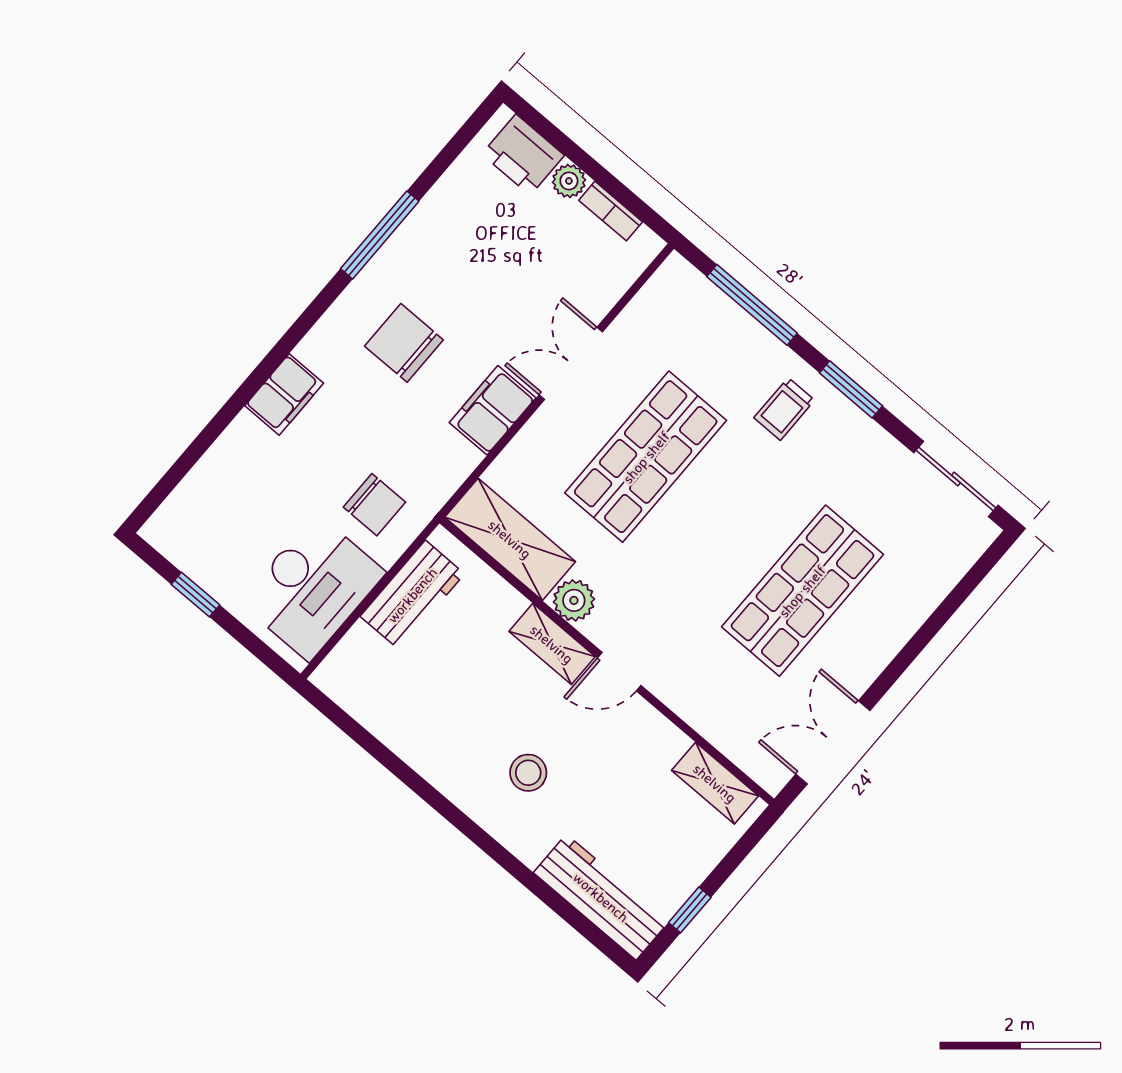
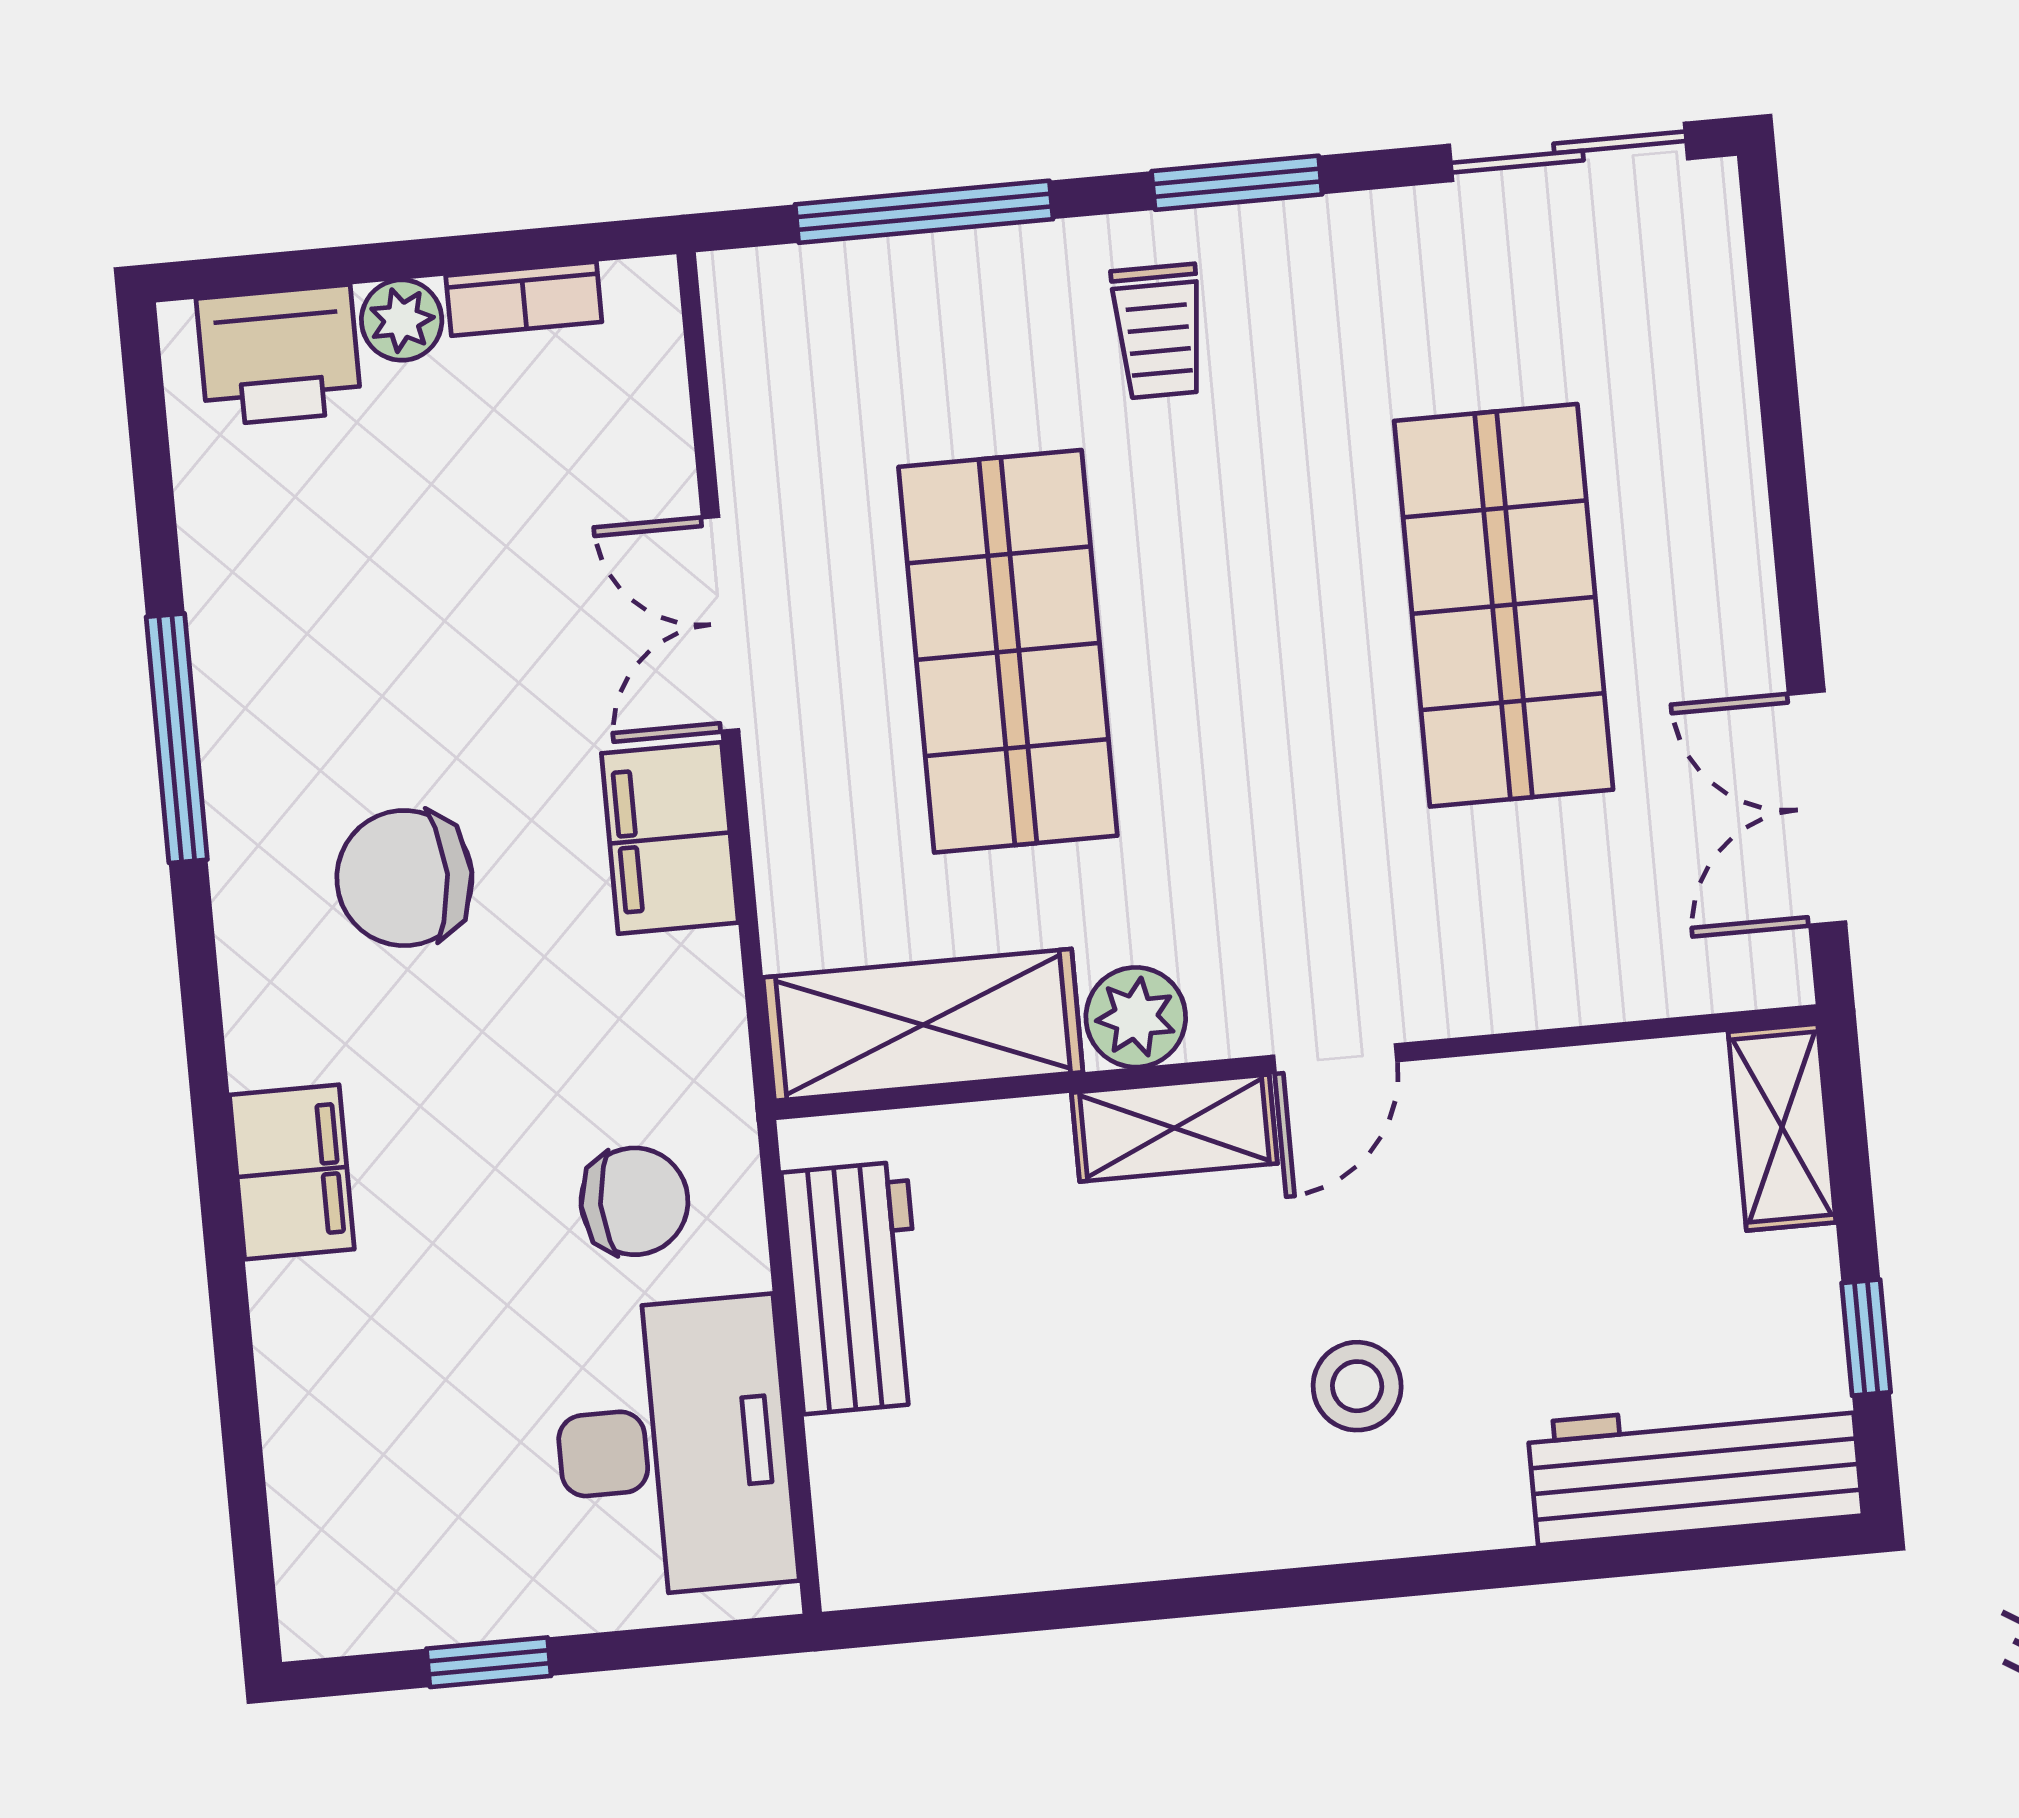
shelving: (715, 783) -> (1782, 1127), moved, turned 90

